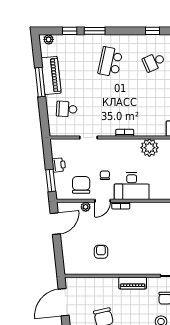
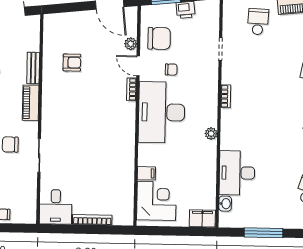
plant: (149, 148) -> (211, 134), width x0.53, depth x0.53
desk: (132, 186) -> (162, 112), width x1.36, depth x1.30
bench: (106, 282) -> (33, 68), added

